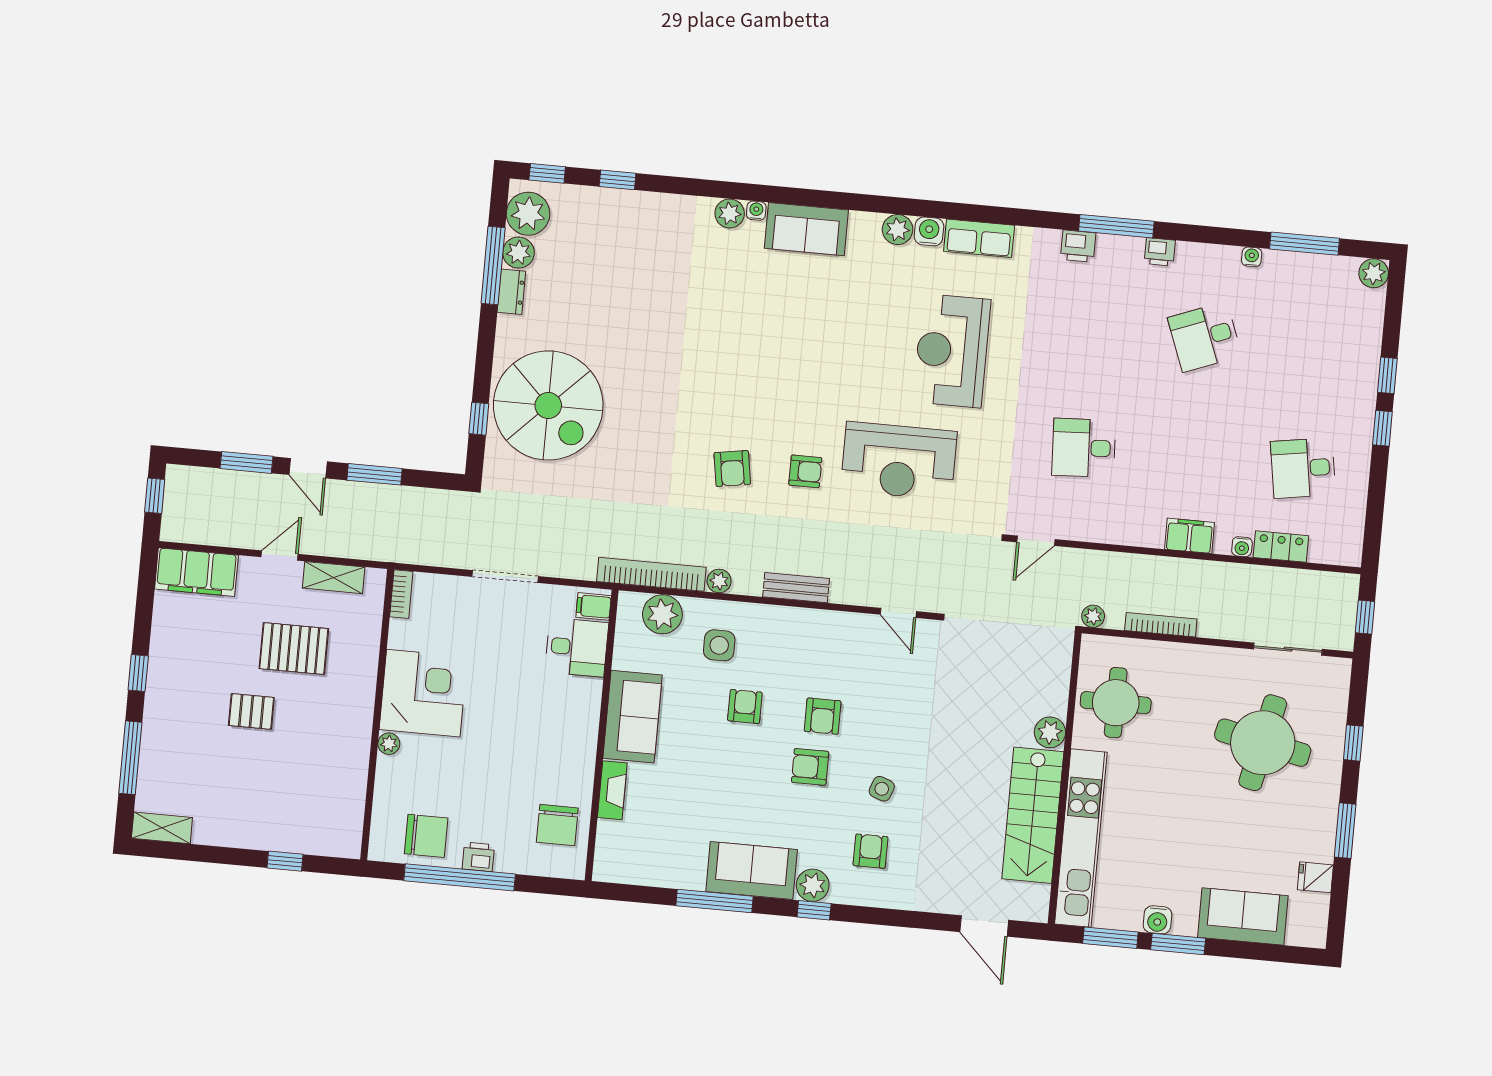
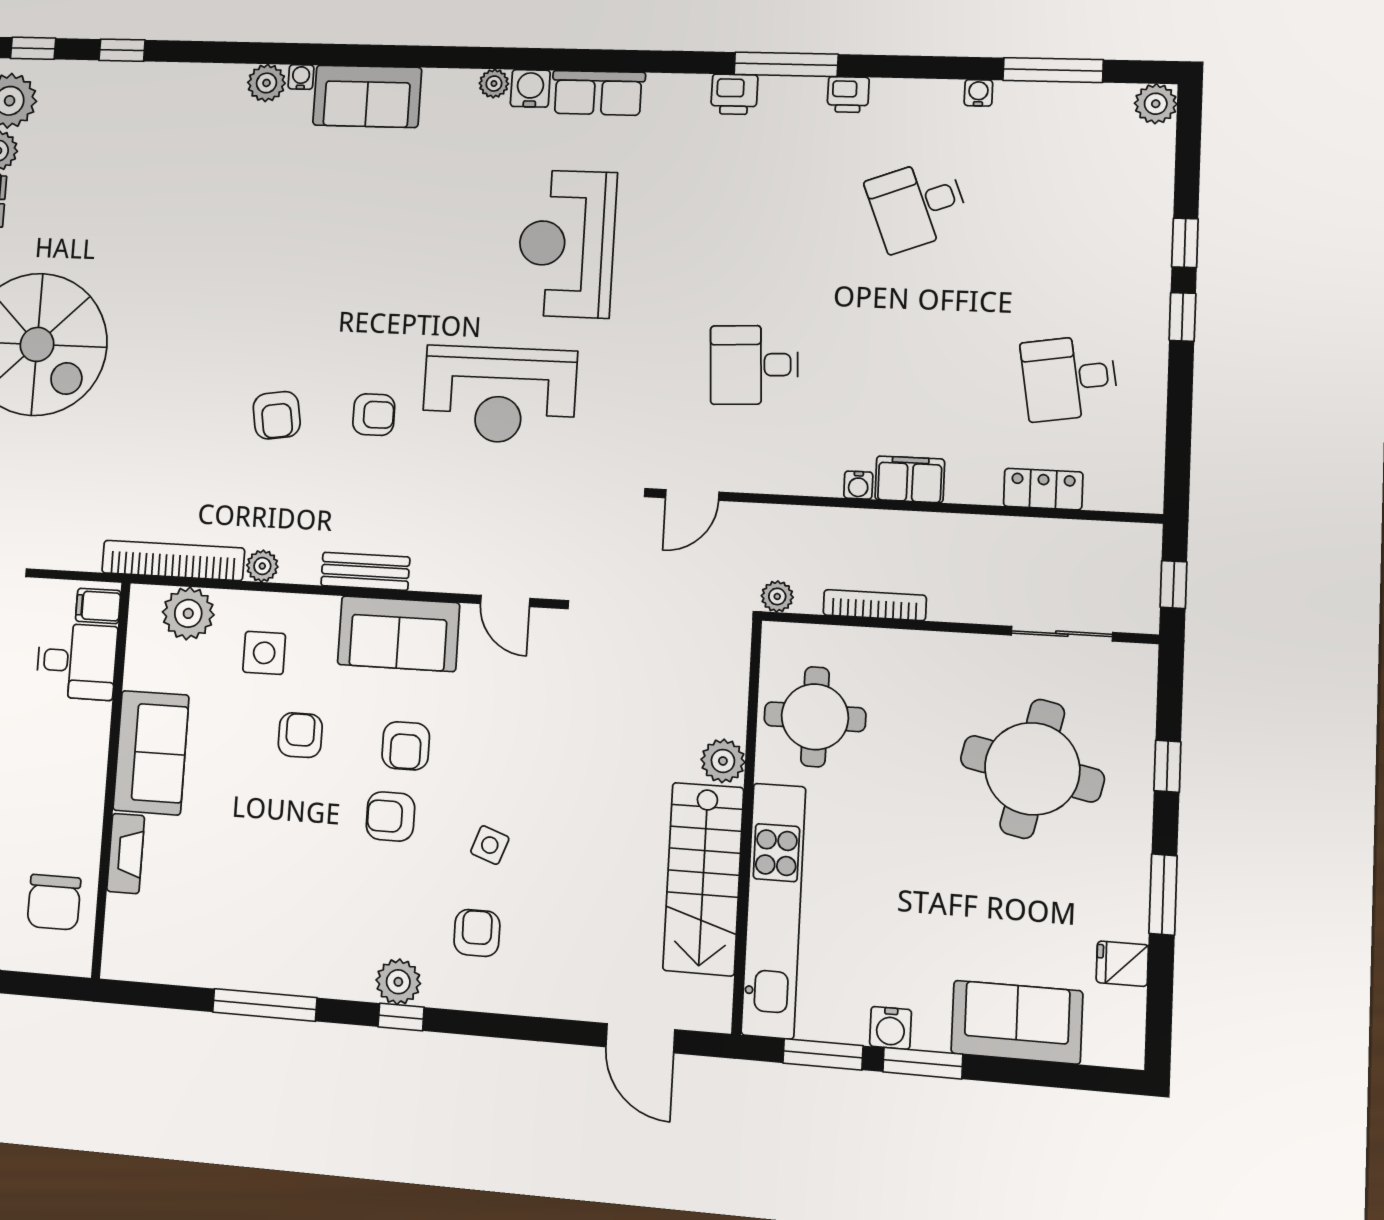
plant: (898, 230) -> (494, 84), width x0.73, depth x0.73
water cooler: (1242, 547) -> (858, 485), moved
sofa: (752, 871) -> (398, 634), moved, turned 180

